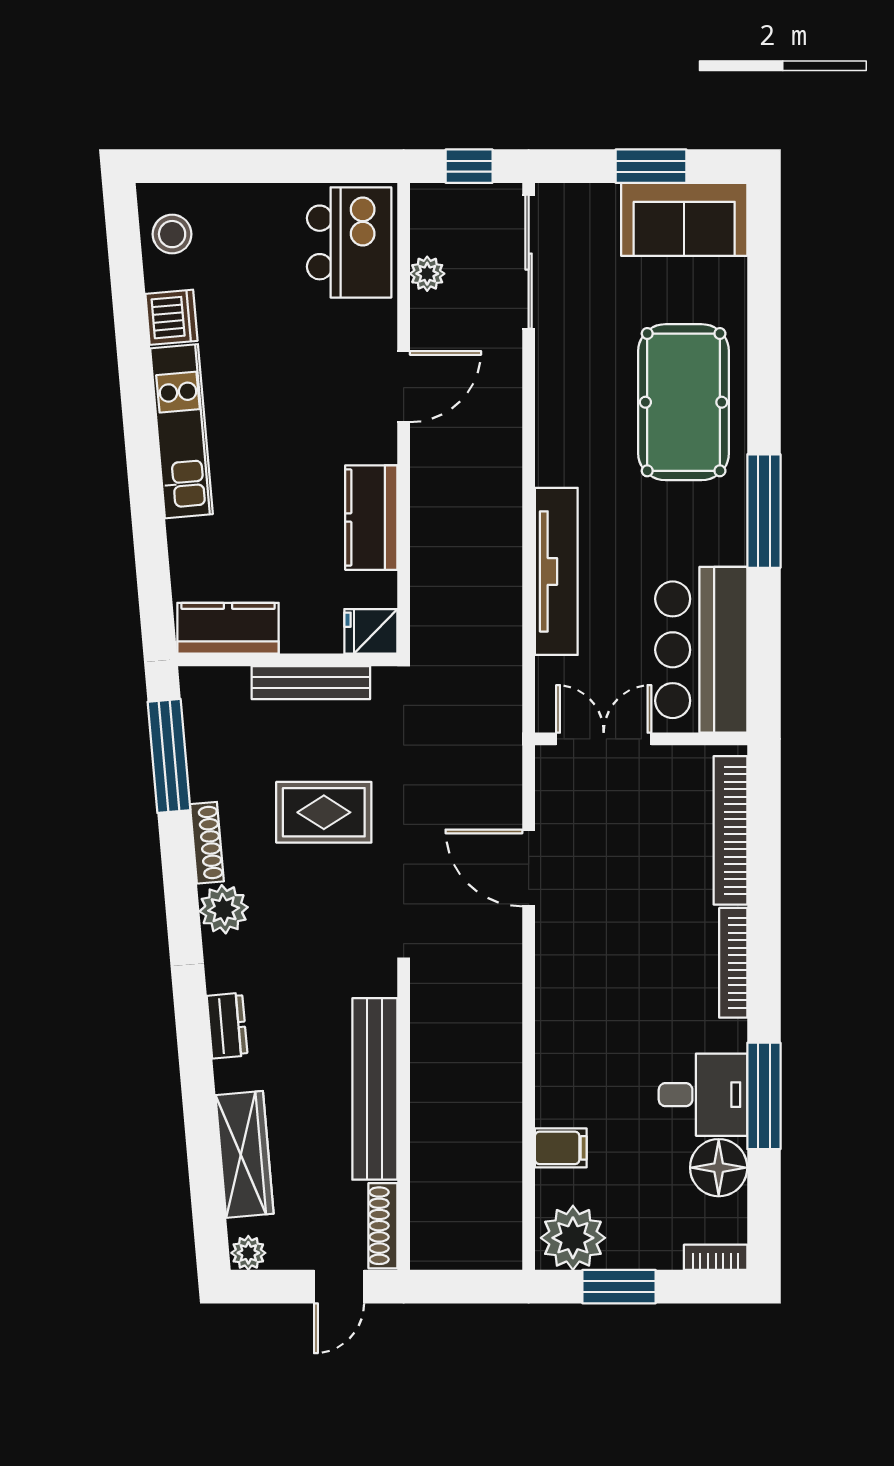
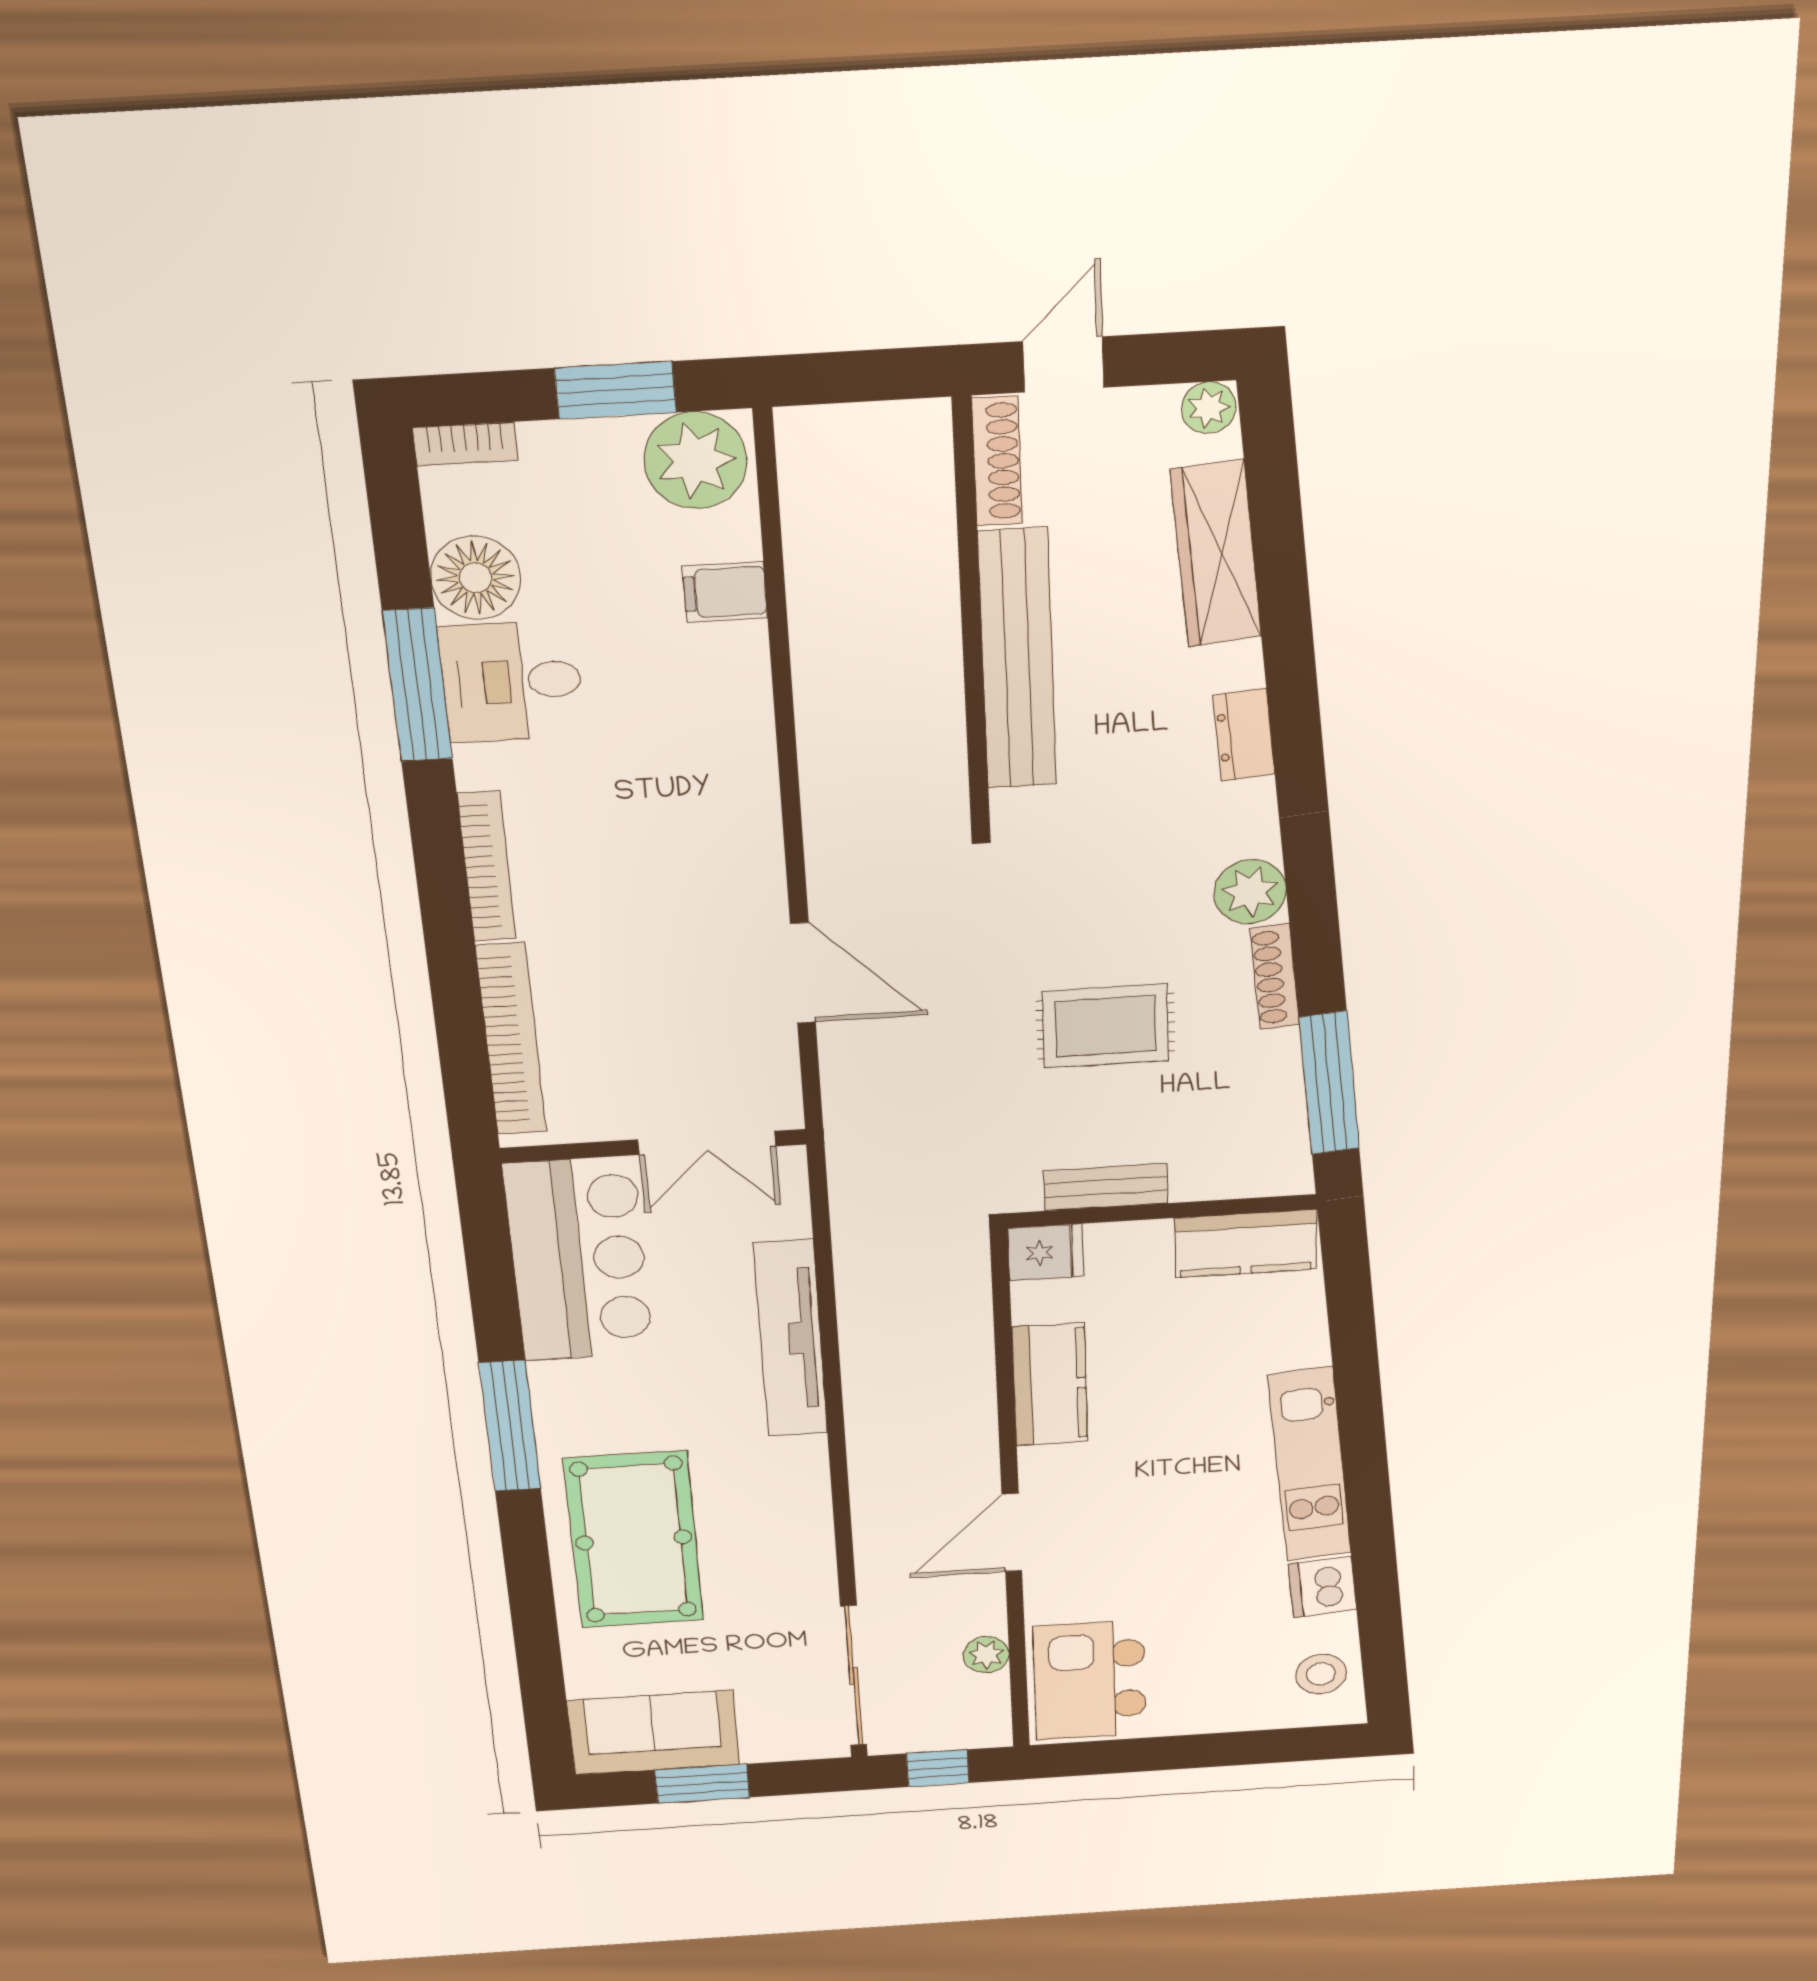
bench: (311, 683) -> (1106, 1187), width x0.73

